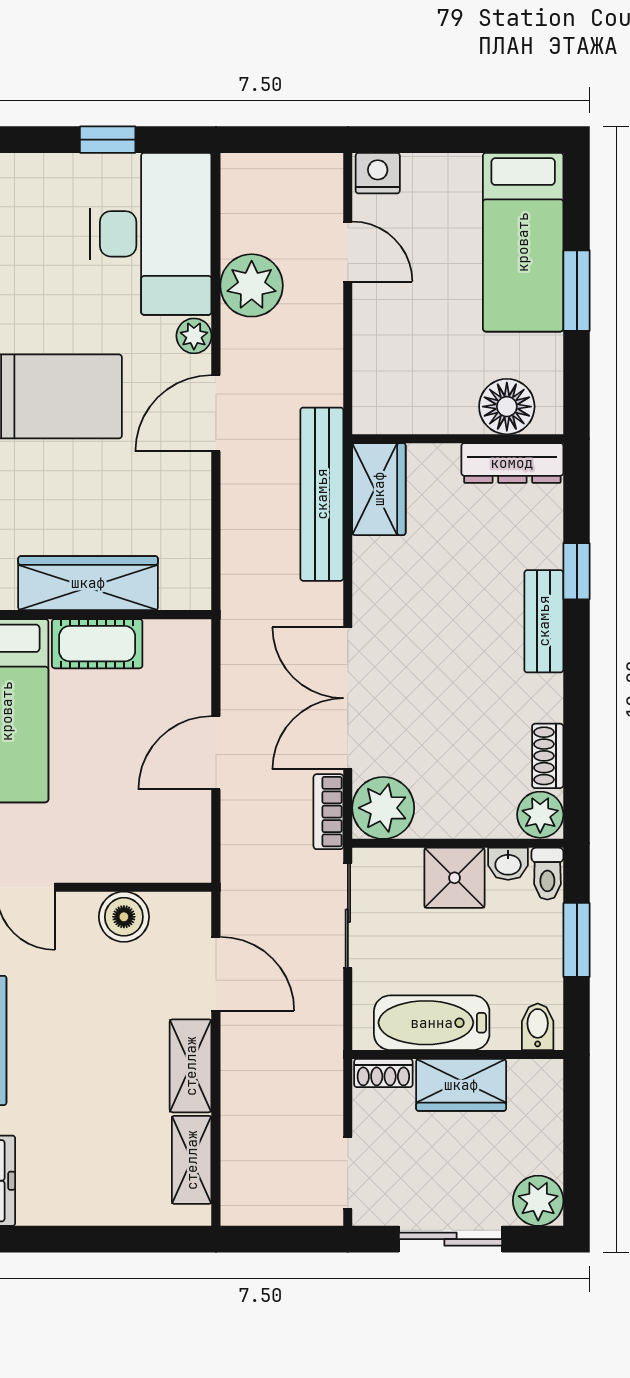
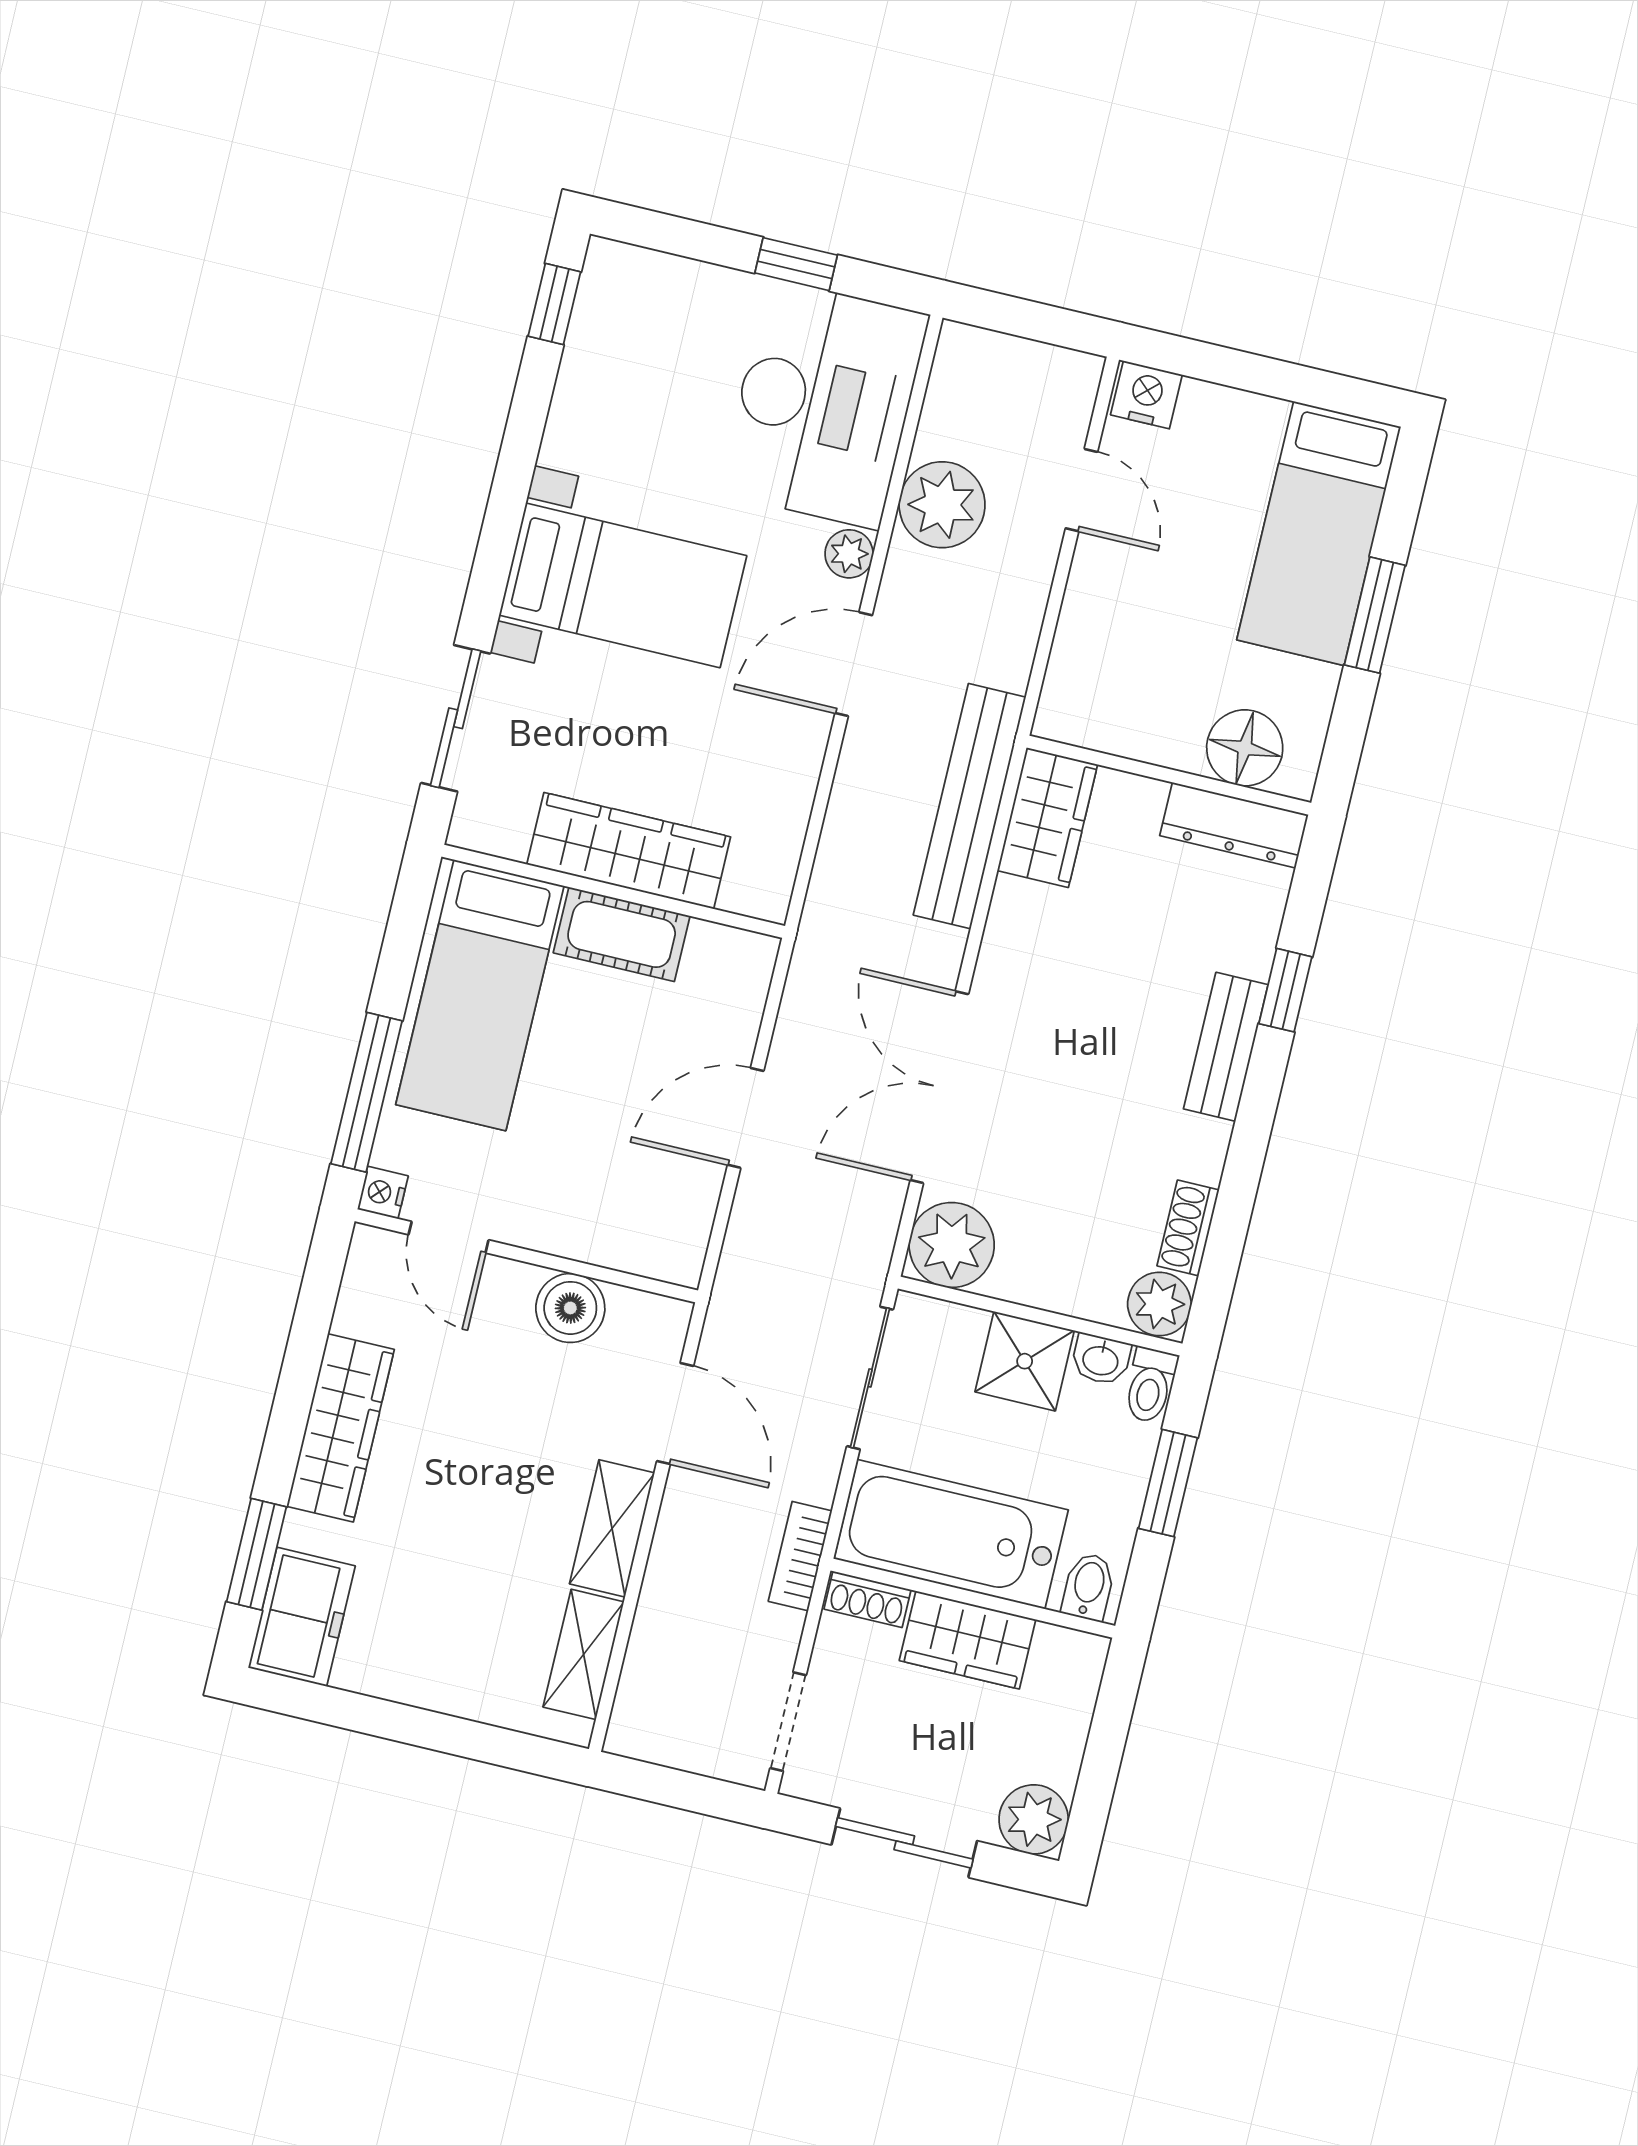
bookcase: (328, 812) -> (800, 1556), moved
bathtub: (432, 1023) -> (951, 1534), width x1.36, depth x1.36

